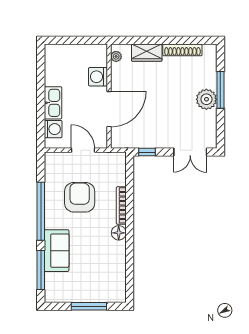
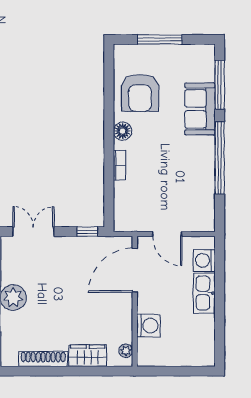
door: (109, 109) -> (135, 270), moved
armchair: (80, 197) -> (140, 93), moved
bookcase: (121, 205) -> (119, 165), width x0.64

